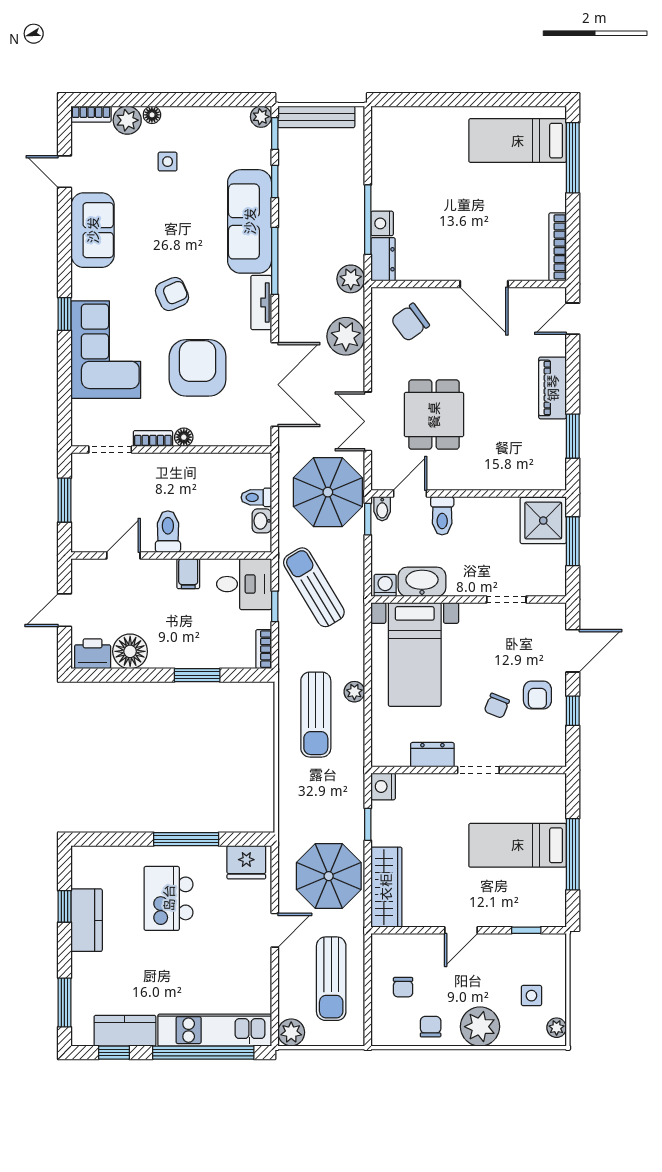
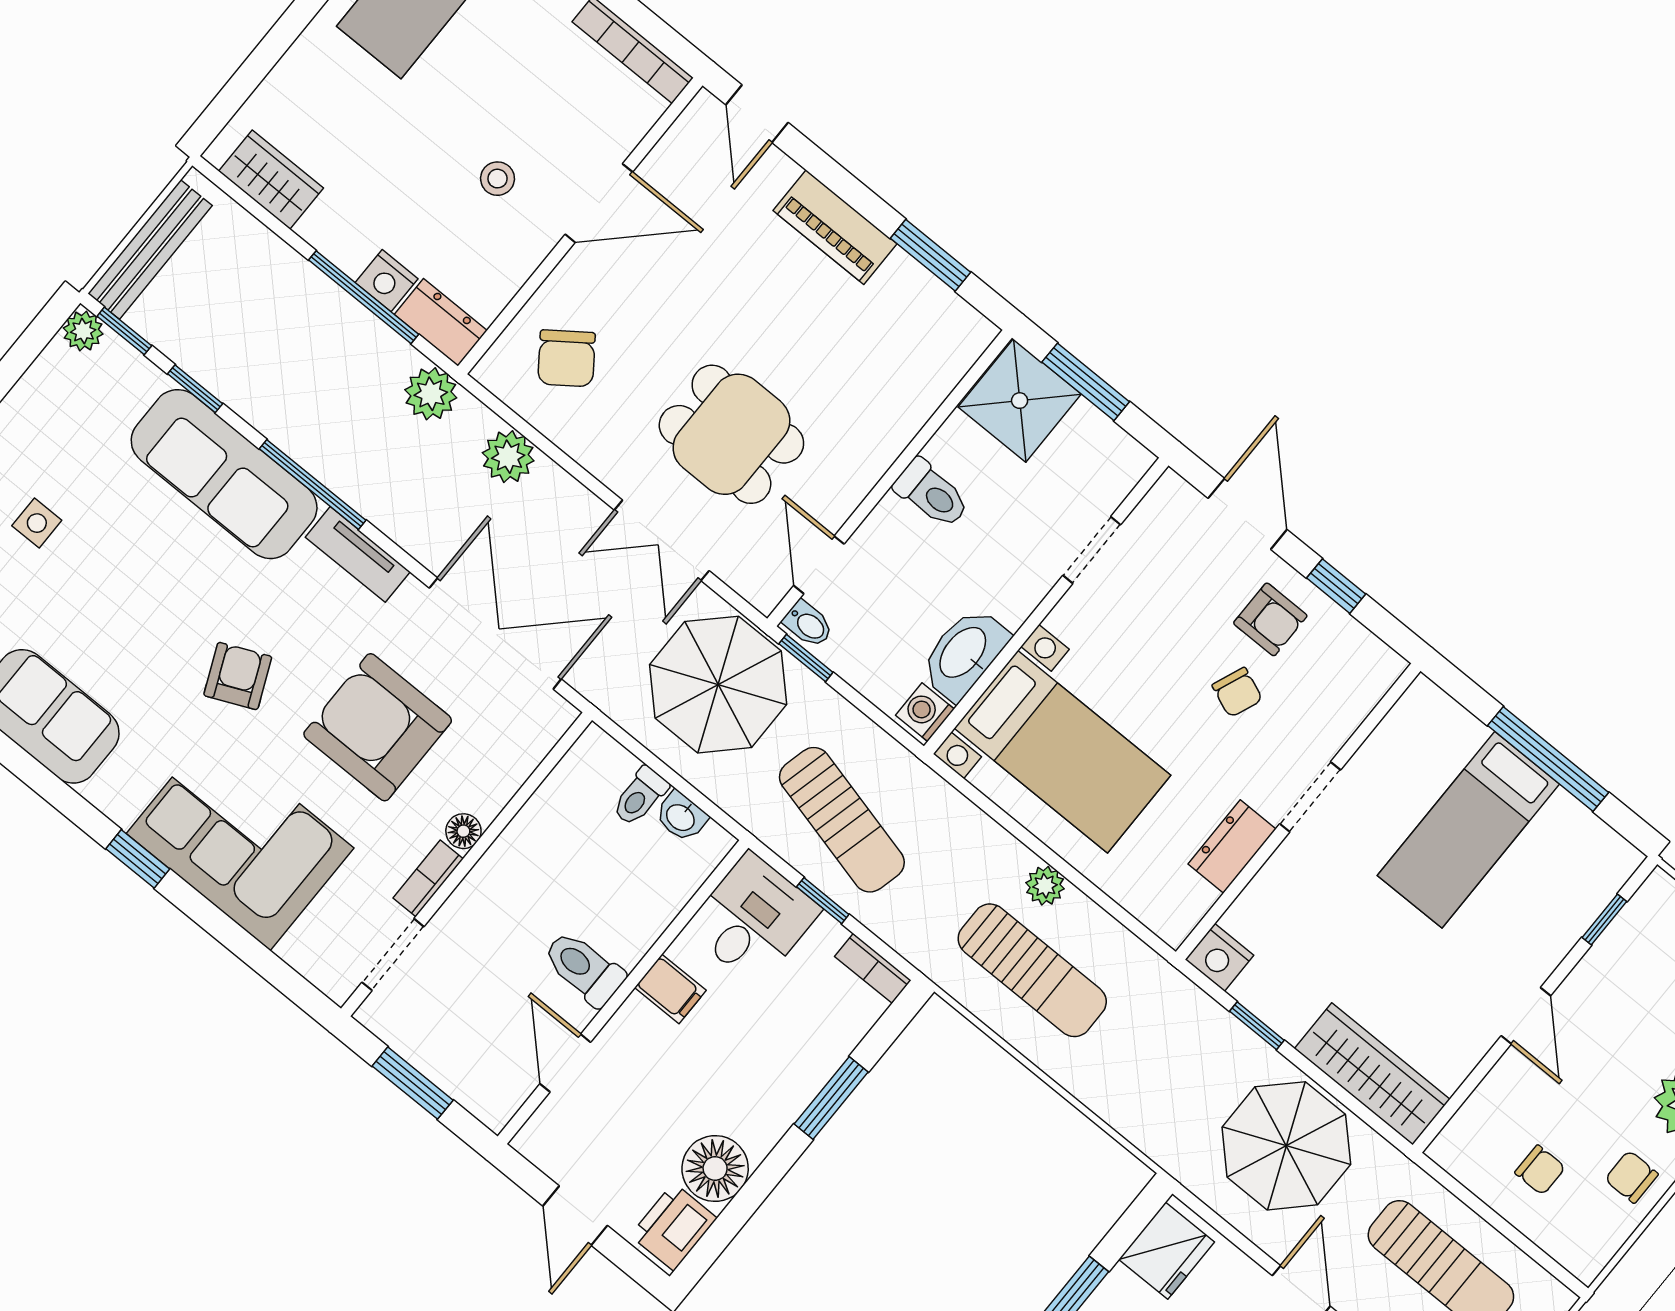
wardrobe: (385, 143) -> (271, 180), added
stool: (460, 235) -> (498, 179), added
plant: (346, 336) -> (508, 457), width x0.73, depth x0.73
toilet: (442, 516) -> (932, 494), moved
sun lounger: (314, 587) -> (842, 820), turned -135

